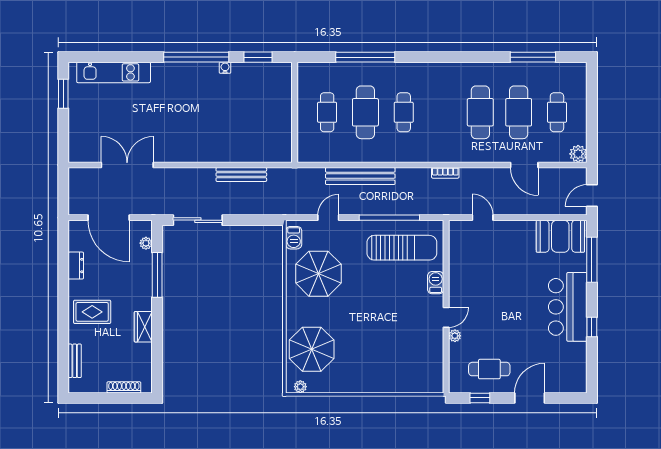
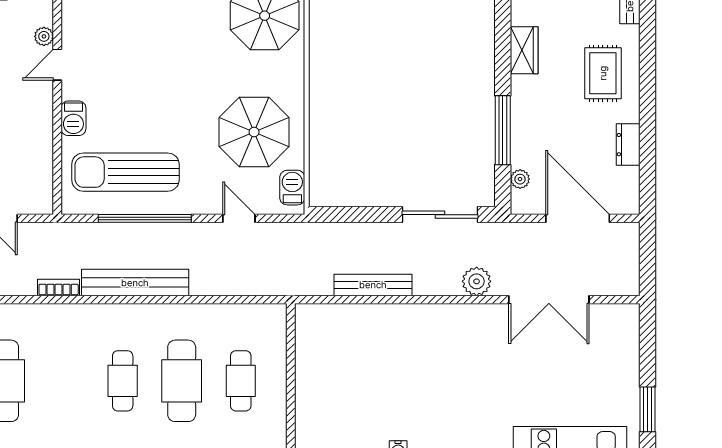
bench: (360, 176) -> (135, 283), moved
plant: (174, 177) -> (477, 281), added
door: (328, 218) -> (239, 218), swing flipped
rug: (92, 312) -> (603, 73), turned 90

